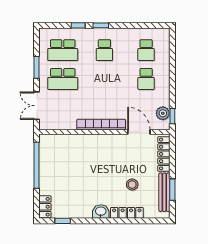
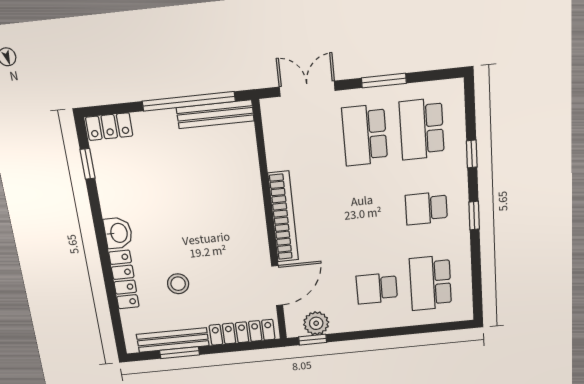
window: (101, 25) -> (474, 216), moved
school desk: (146, 50) -> (431, 283), width x1.85
bench: (44, 153) -> (215, 114), added

